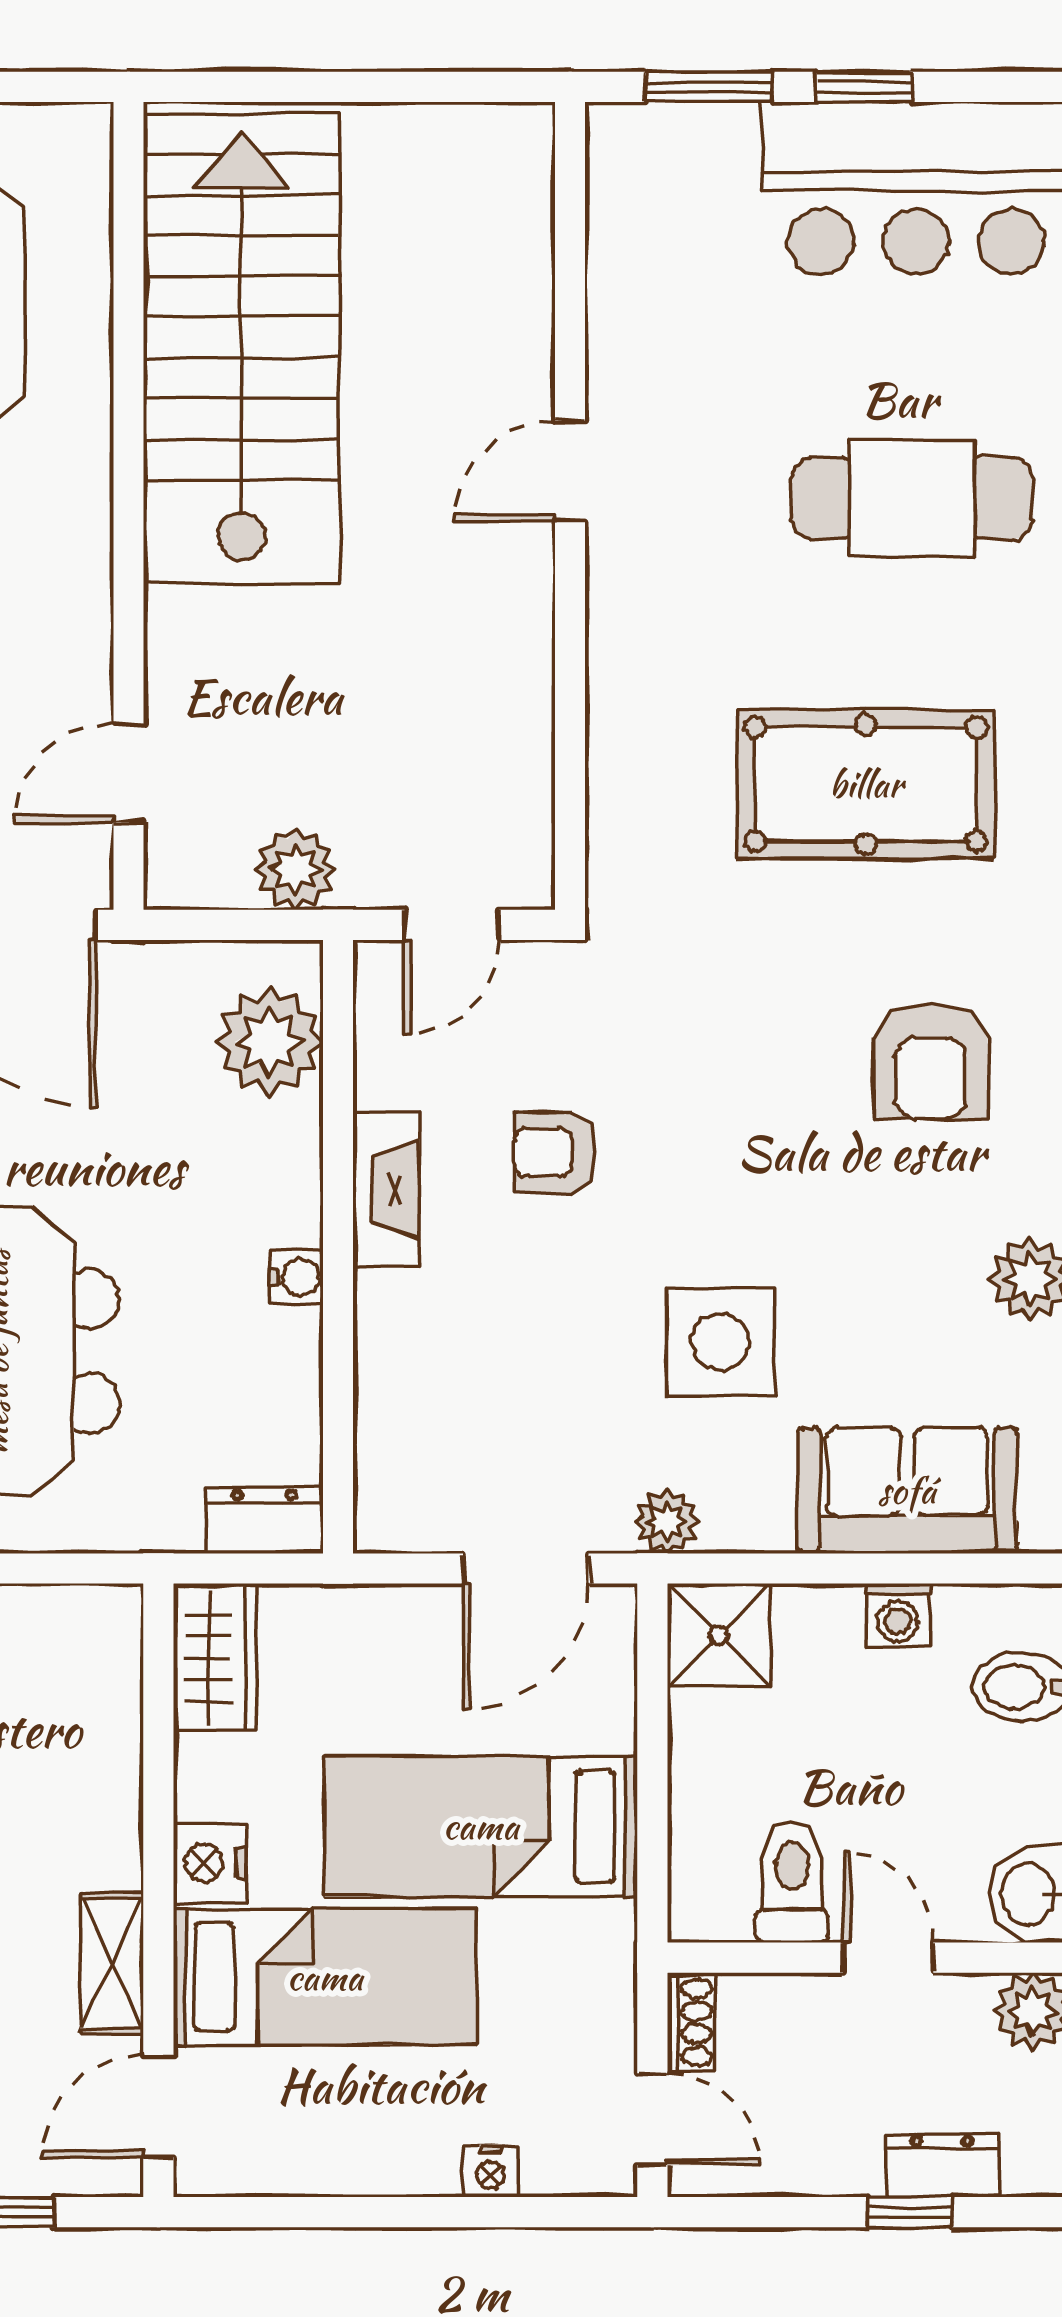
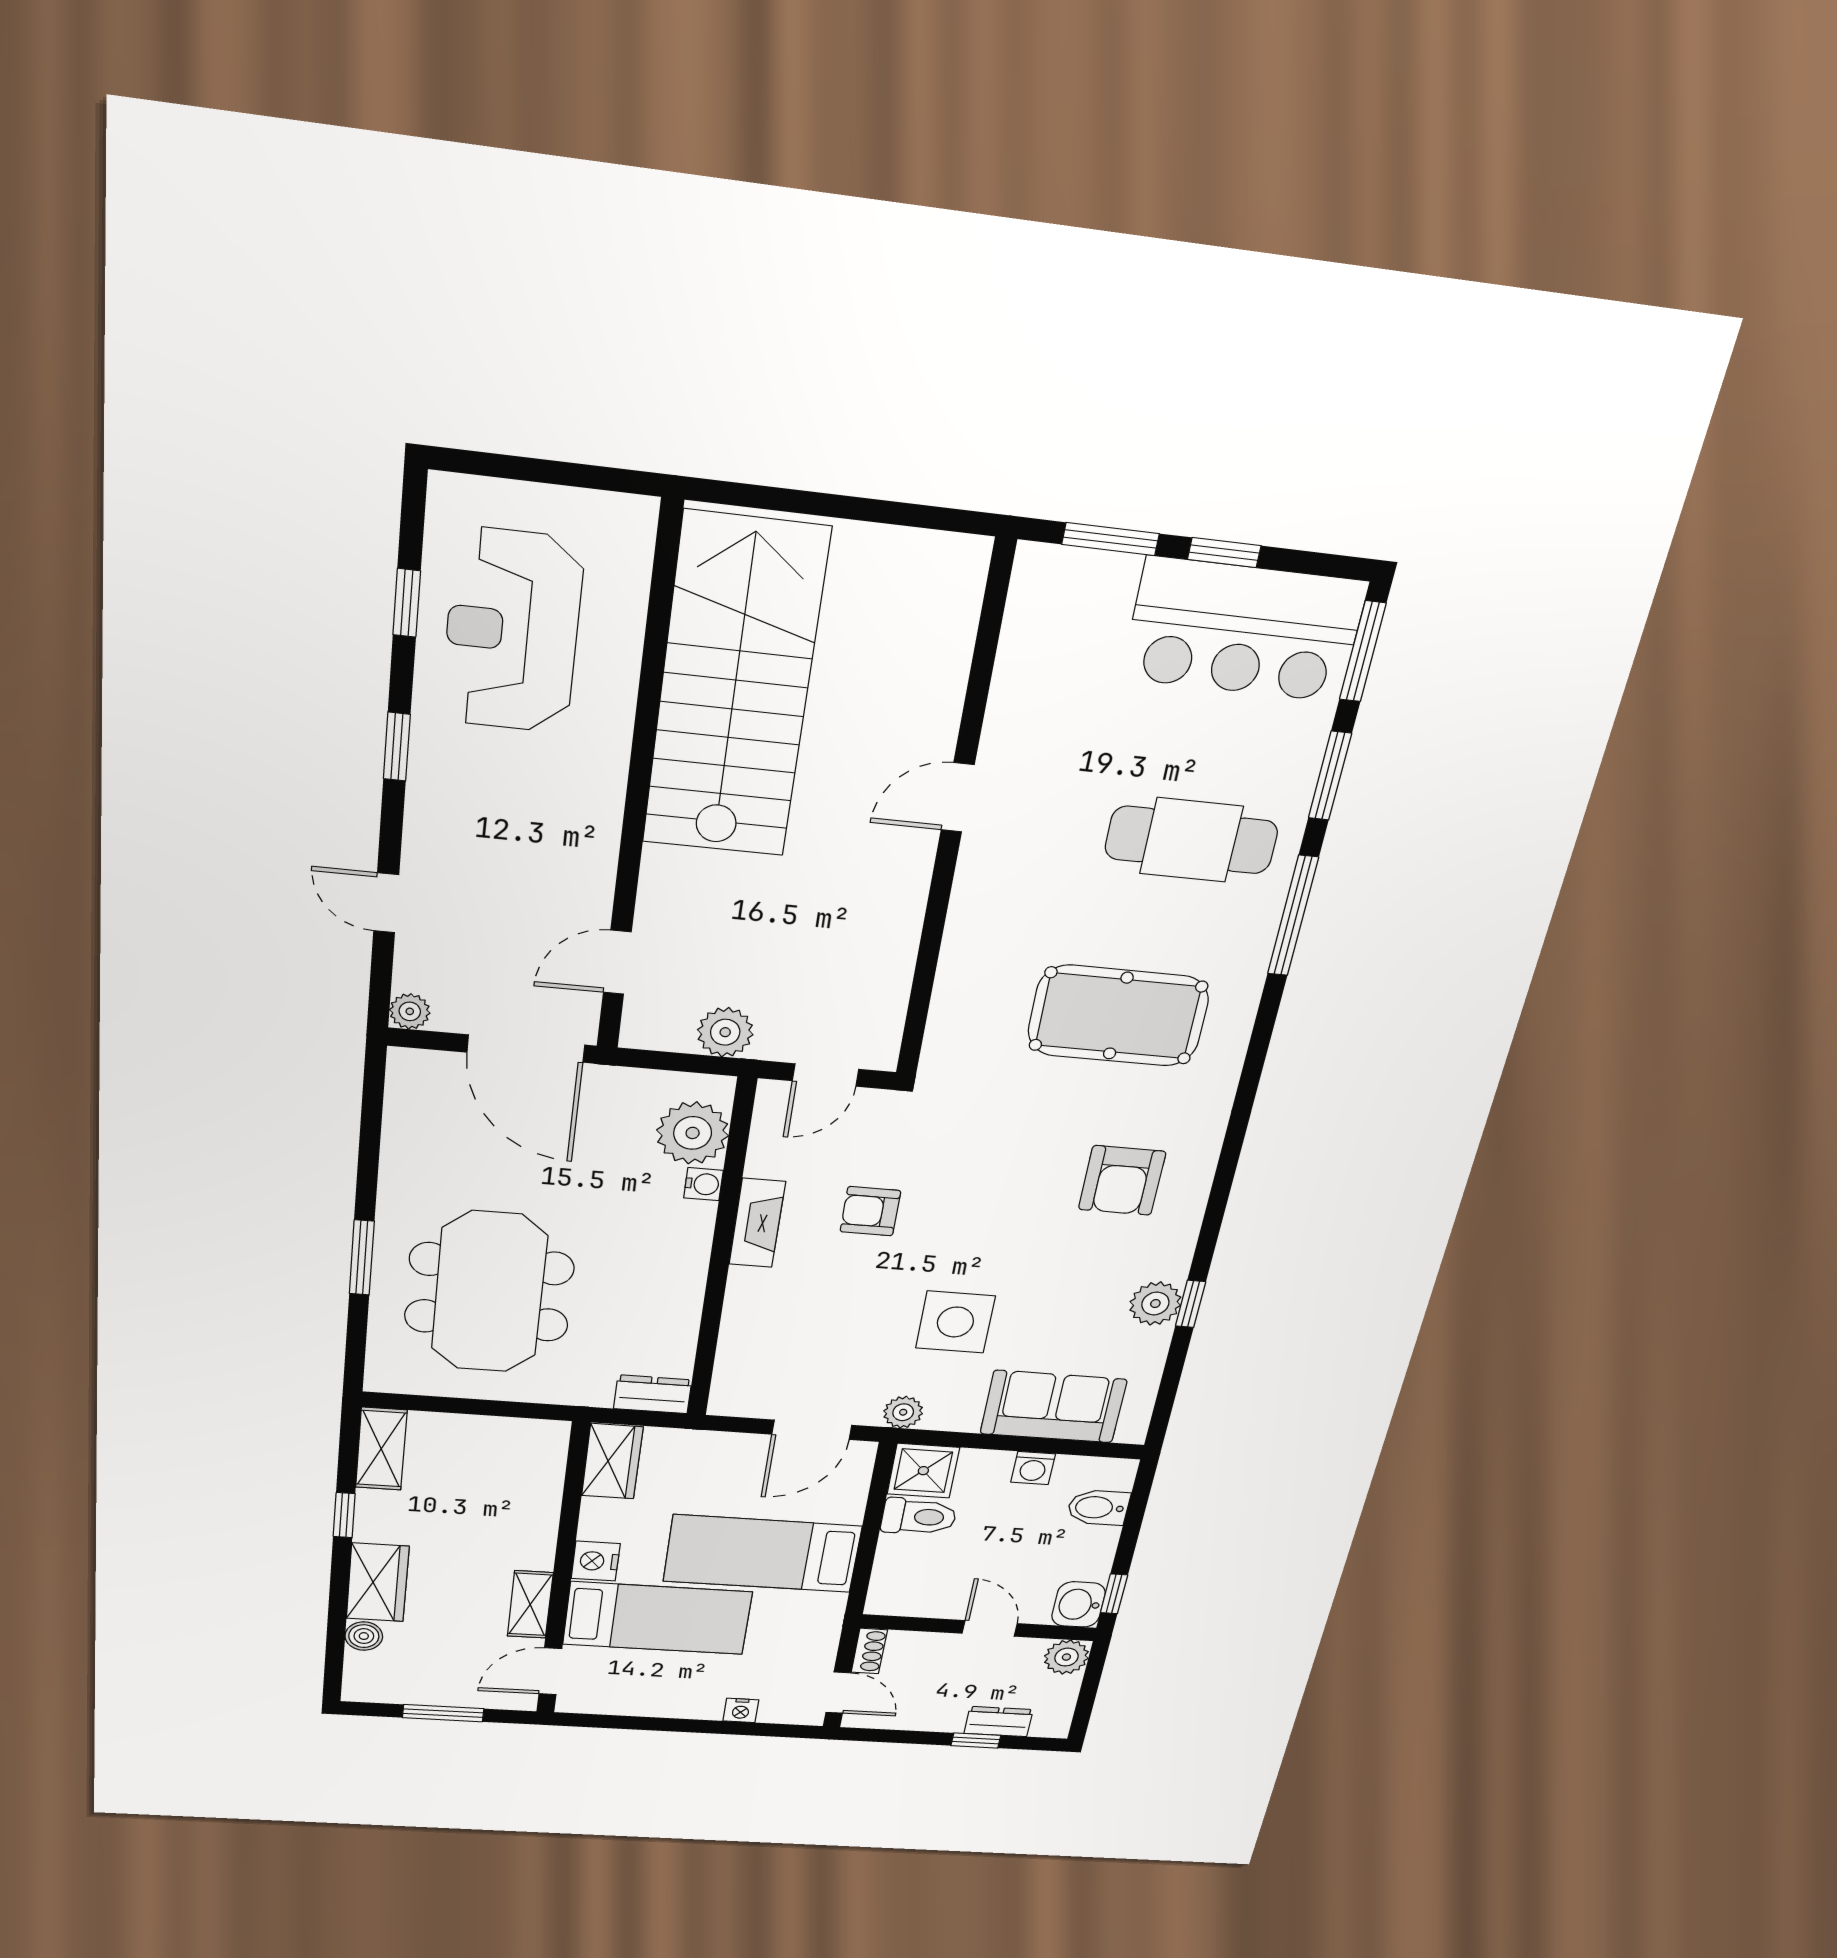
water cooler: (296, 1277) -> (703, 1184), moved
toilet: (792, 1882) -> (919, 1517), moved, turned 90

